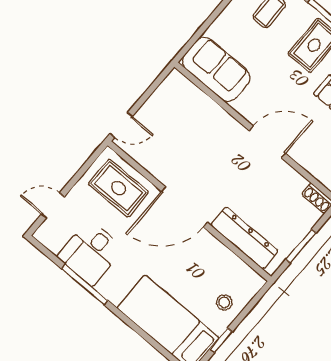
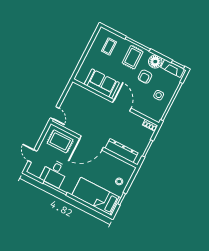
sofa: (216, 69) -> (102, 84), moved
door: (121, 125) -> (55, 113), hinge flipped
door: (267, 142) -> (122, 105), hinge flipped
door: (53, 205) -> (33, 156), hinge flipped

